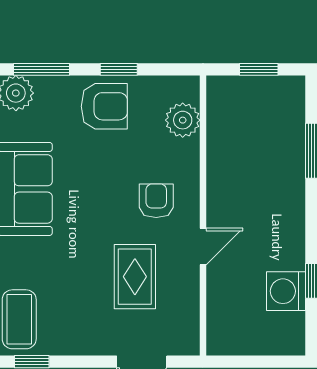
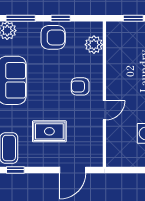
armchair: (156, 201) -> (80, 86), turned -90
rug: (135, 277) -> (49, 131), moved, turned 90

